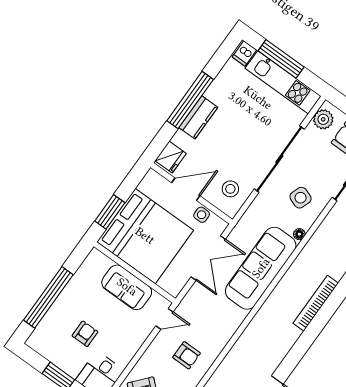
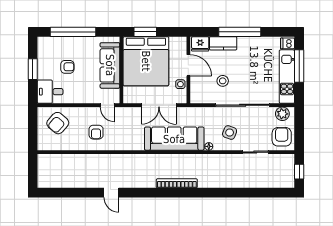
kitchen counter: (198, 117) -> (223, 43), moved
stool: (230, 189) -> (223, 81), moved
sofa: (127, 287) -> (110, 65), width x1.36

